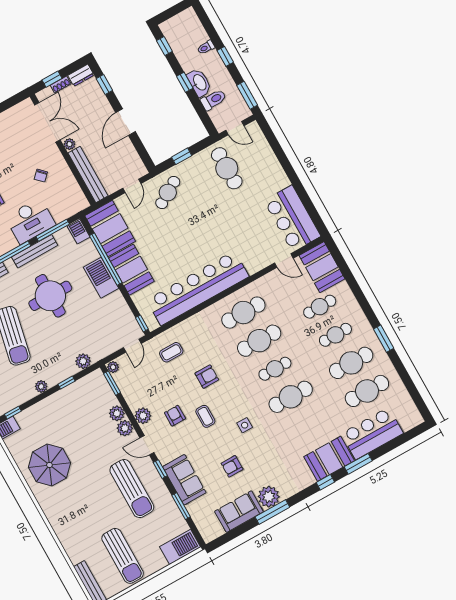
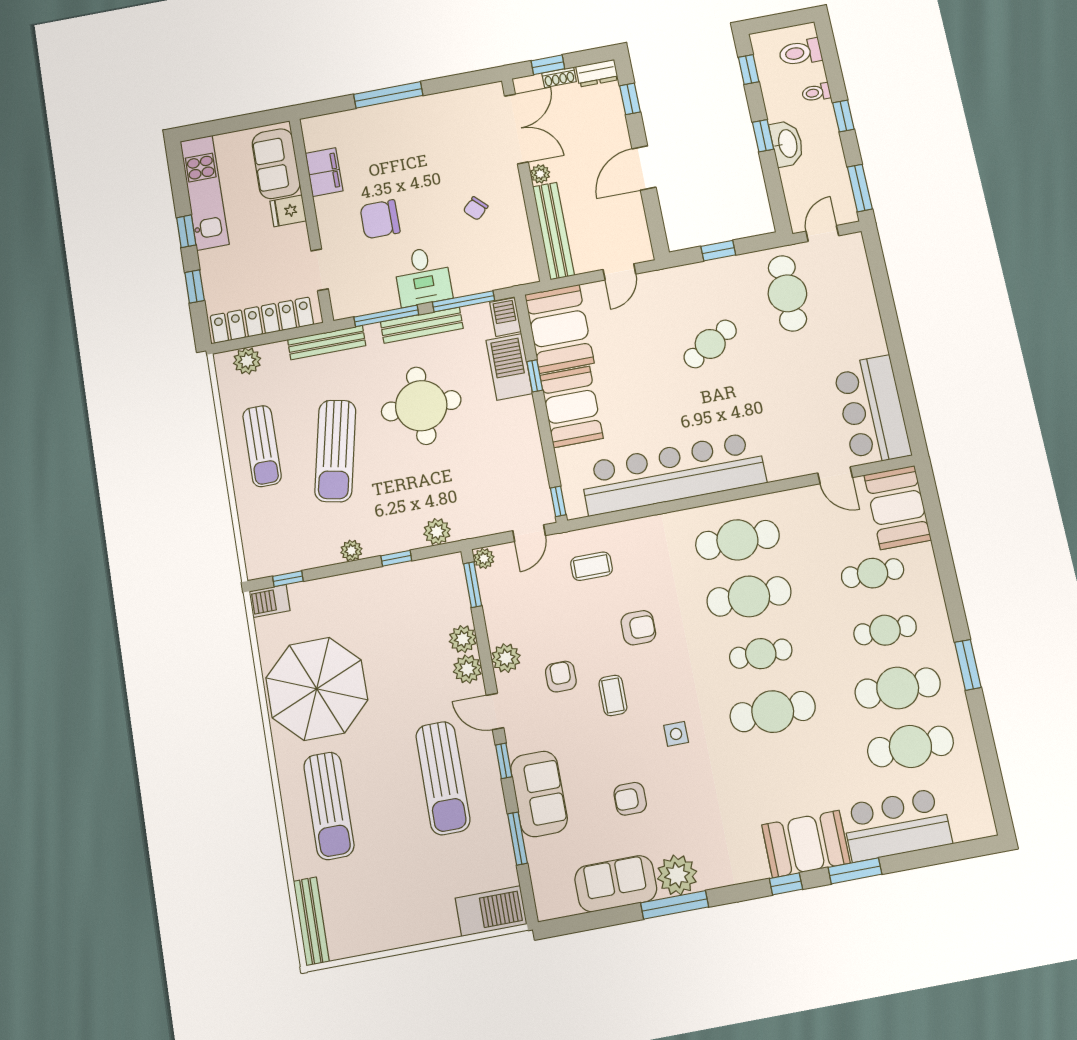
toilet: (213, 100) -> (800, 52), moved, turned 180
door: (235, 128) -> (822, 233), swing flipped
cafe table: (168, 192) -> (710, 344), moved
desk: (30, 221) -> (423, 276), width x0.73
window: (106, 259) -> (535, 376), width x0.32
barbecue: (101, 278) -> (509, 367), moved
parasol: (49, 465) -> (317, 689), width x1.36, depth x1.36
sun lounger: (123, 556) -> (329, 806), moved

